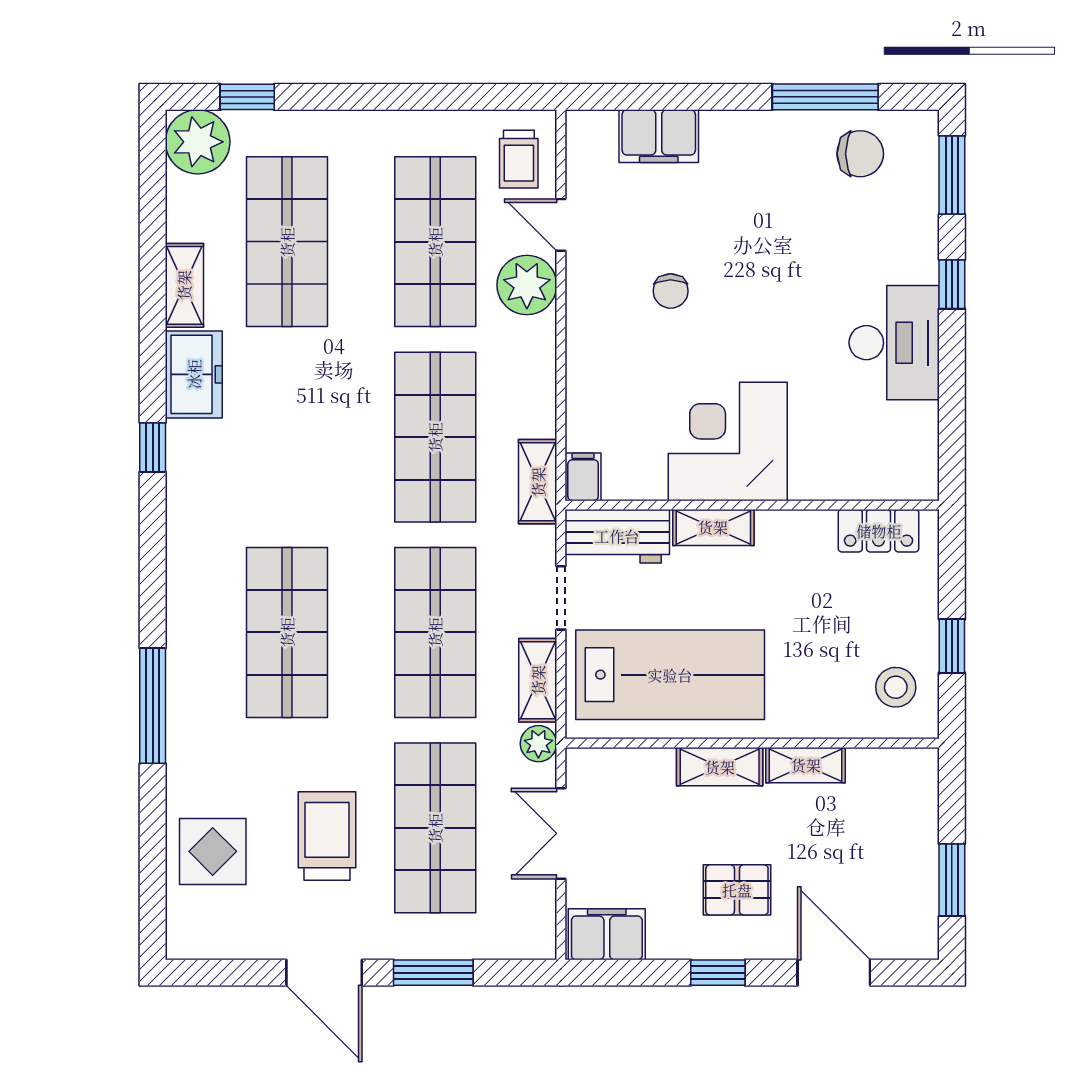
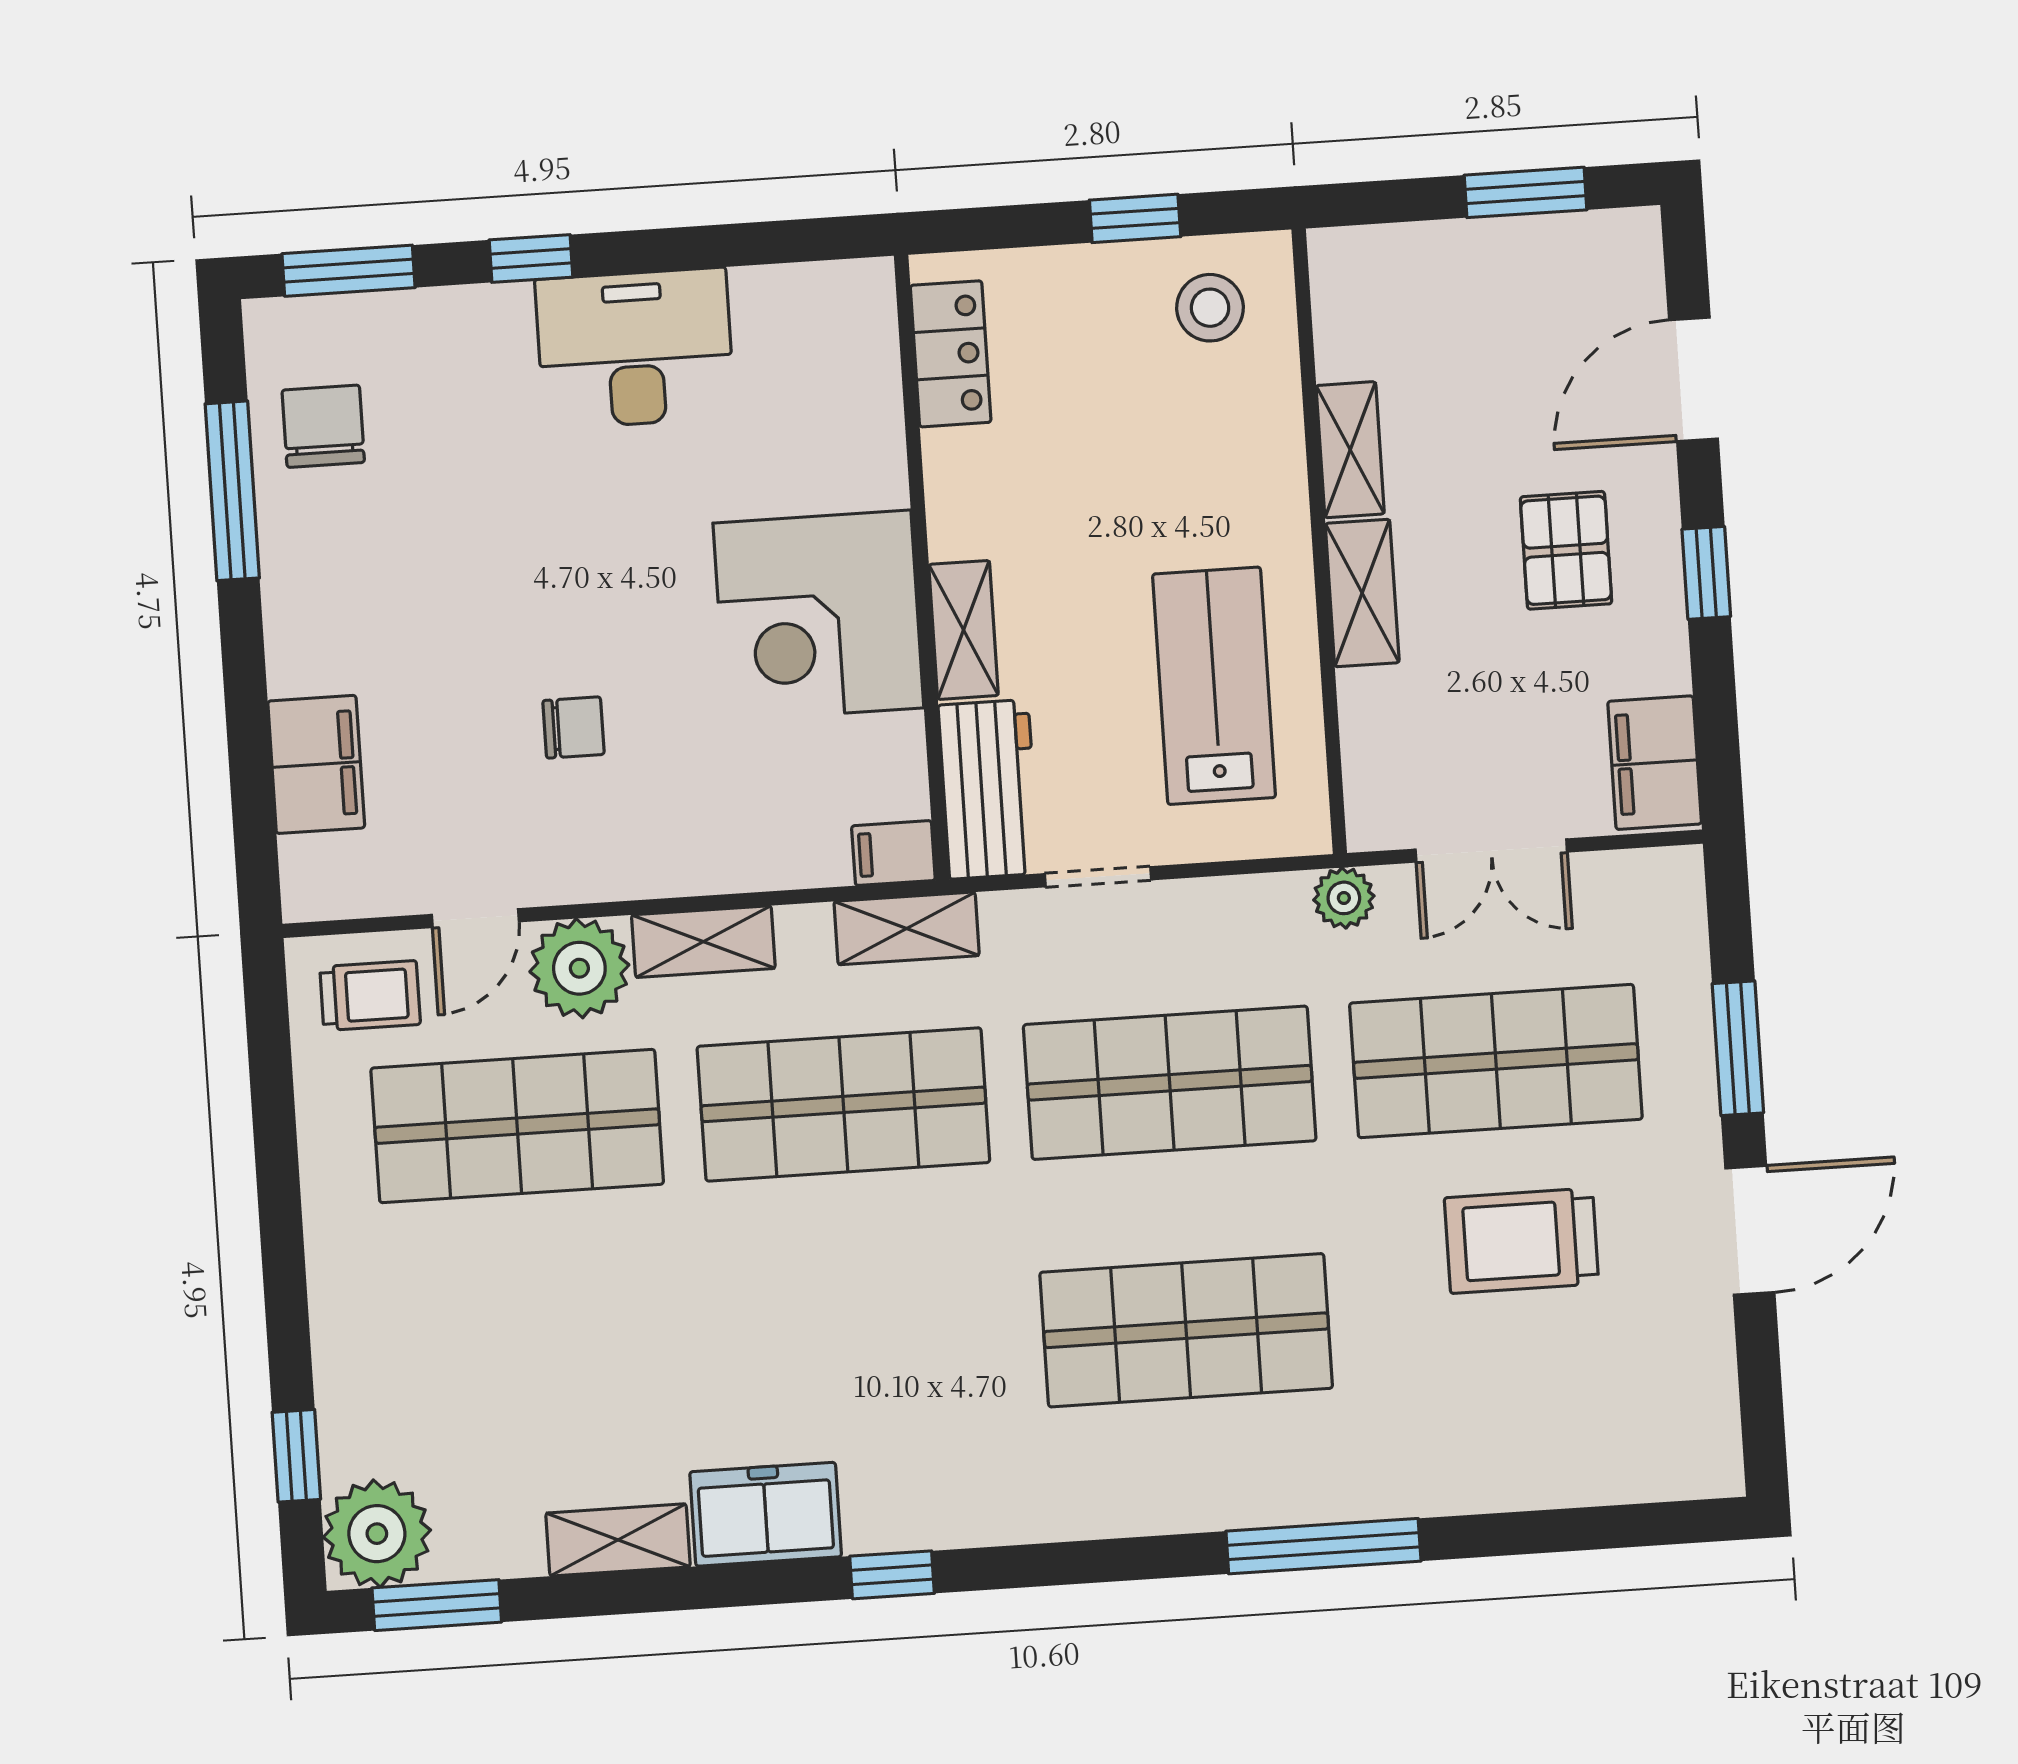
window: (153, 175) -> (437, 1605), added
shop shelf: (287, 242) -> (534, 1374), removed
lab bench: (670, 675) -> (1214, 686), width x0.73, depth x0.72
shelving: (538, 680) -> (703, 942), moved
display table: (213, 851) -> (1560, 1430), removed

